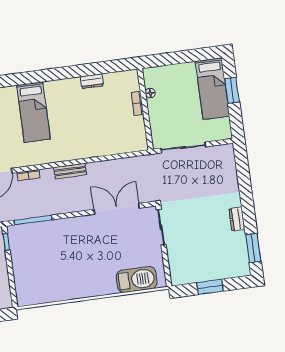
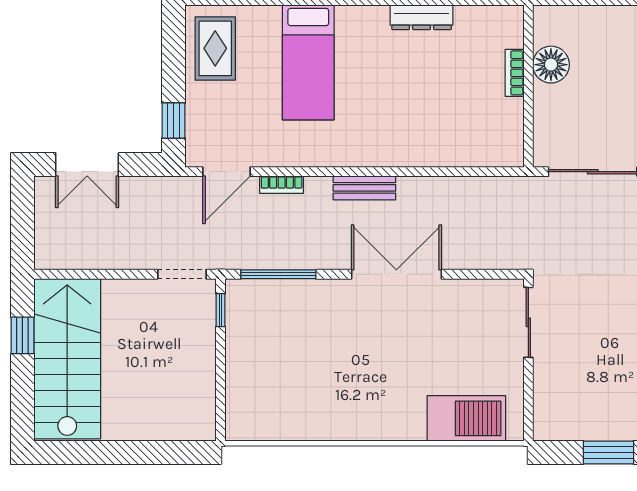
dresser: (92, 81) -> (422, 17), width x1.44
floor lamp: (150, 93) -> (551, 65), width x1.89, depth x1.89
double door: (117, 209) -> (396, 274), moved

